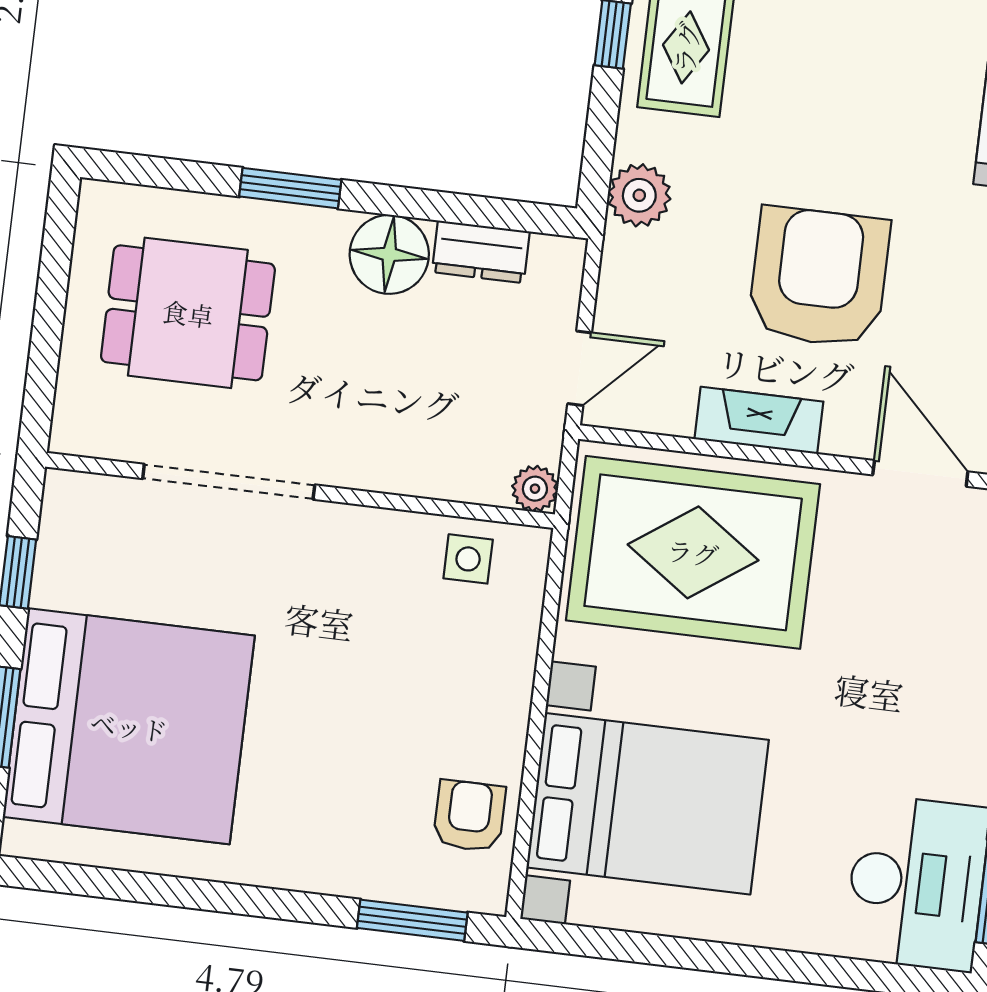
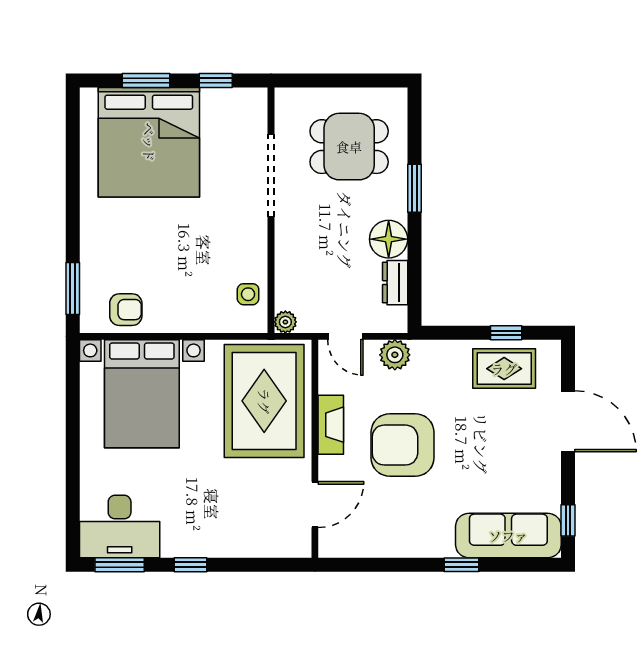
plant: (639, 195) -> (395, 355), moved
armchair: (819, 277) -> (402, 445), turned 180
dining table: (188, 313) -> (349, 147), turned 90

